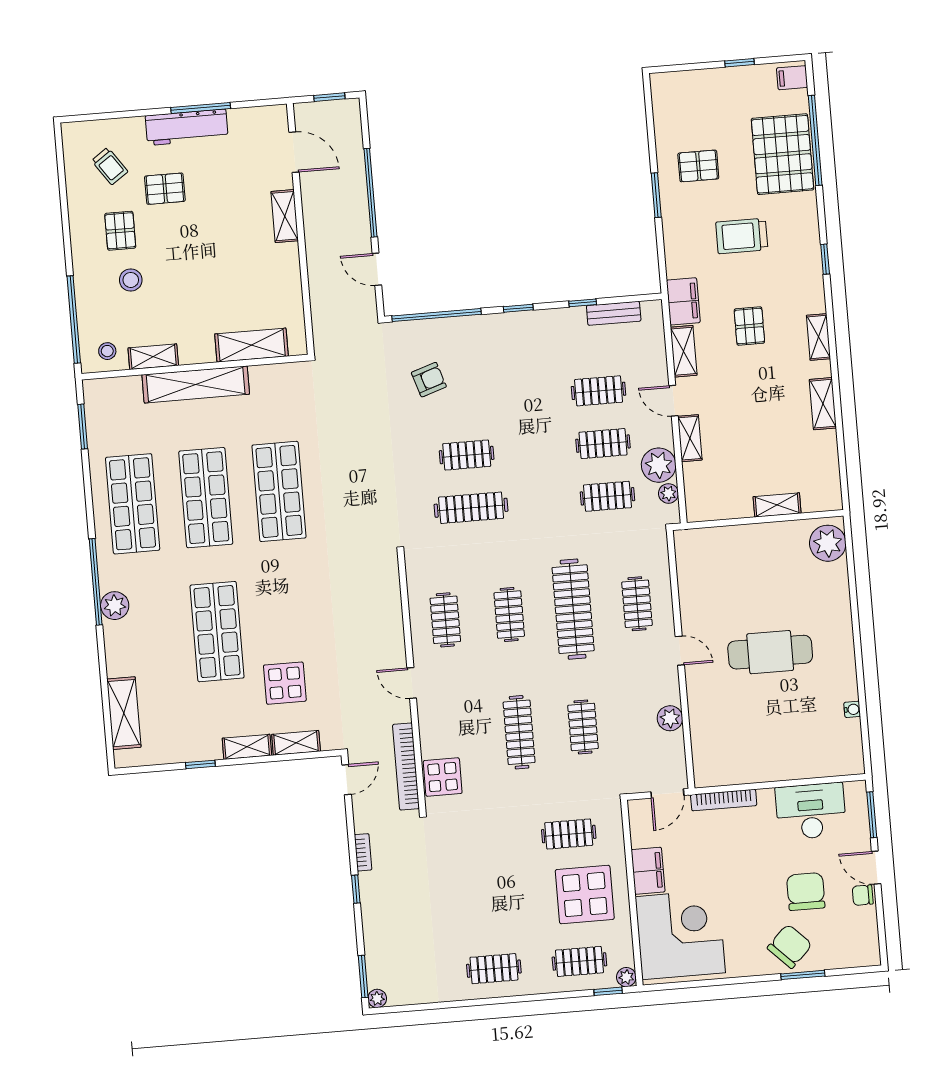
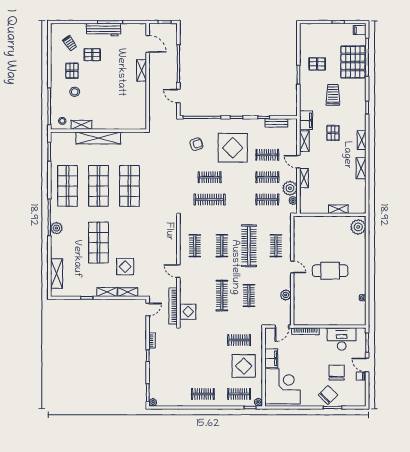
trolley: (742, 236) -> (333, 95), turned 90
shelving: (251, 345) -> (123, 123), removed
display table: (515, 381) -> (233, 148), added

